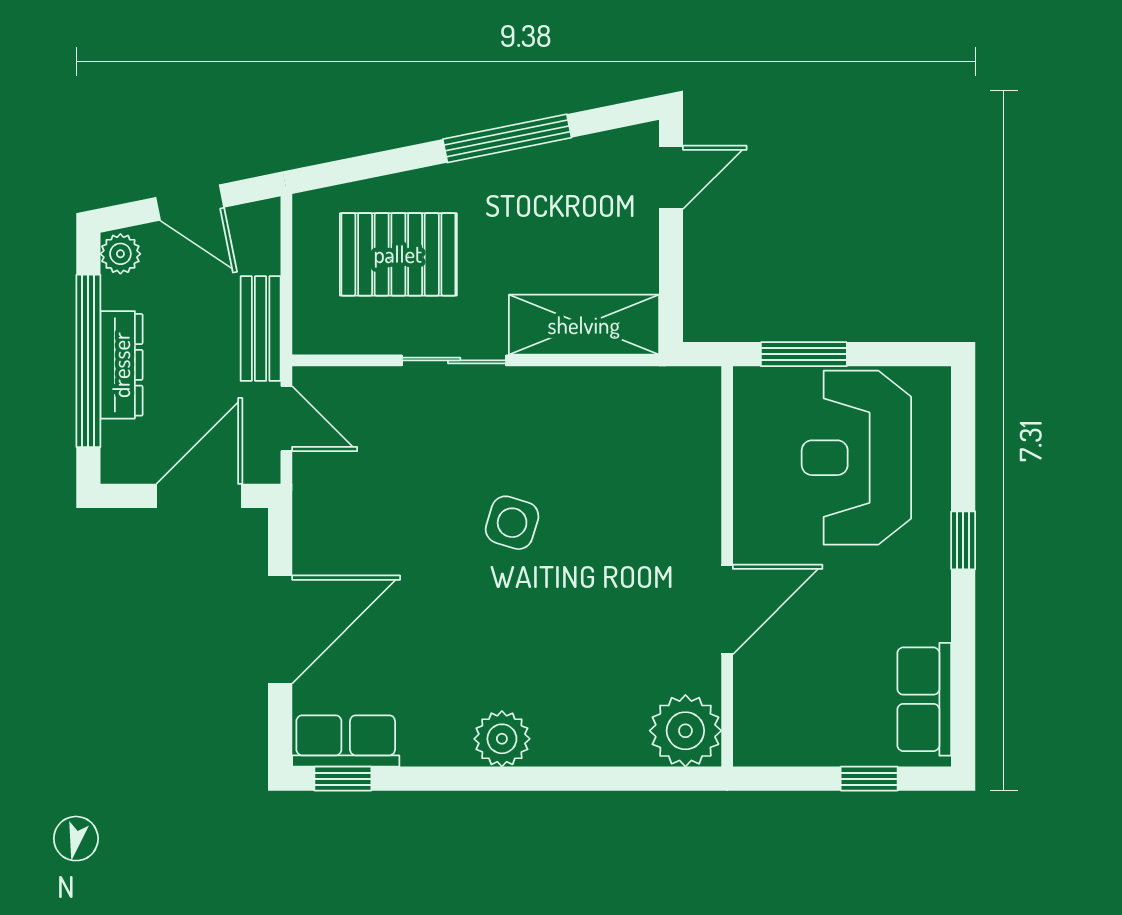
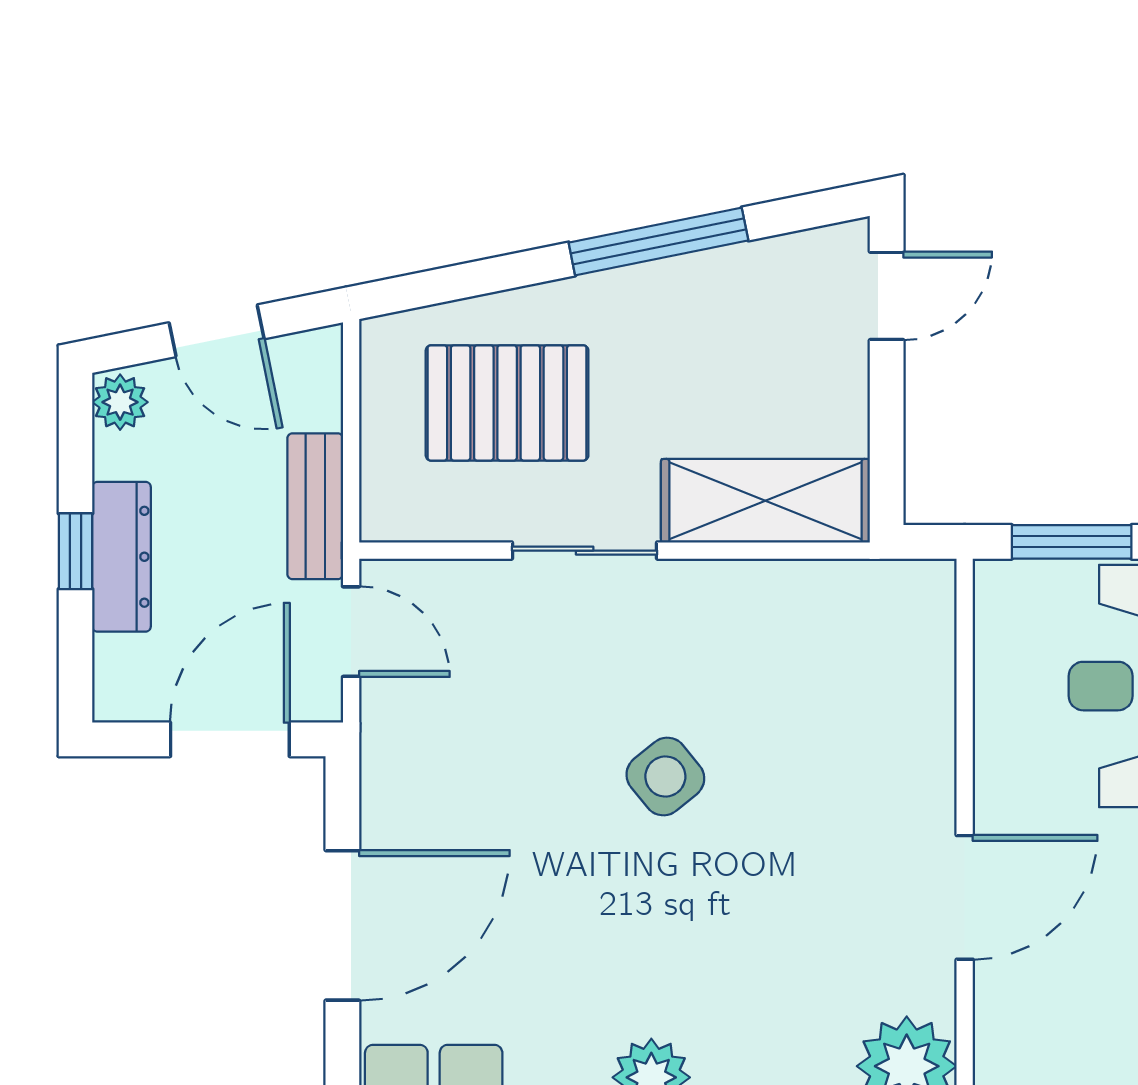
window: (88, 361) -> (76, 551), width x0.32
side table: (512, 523) -> (665, 776), turned 34

